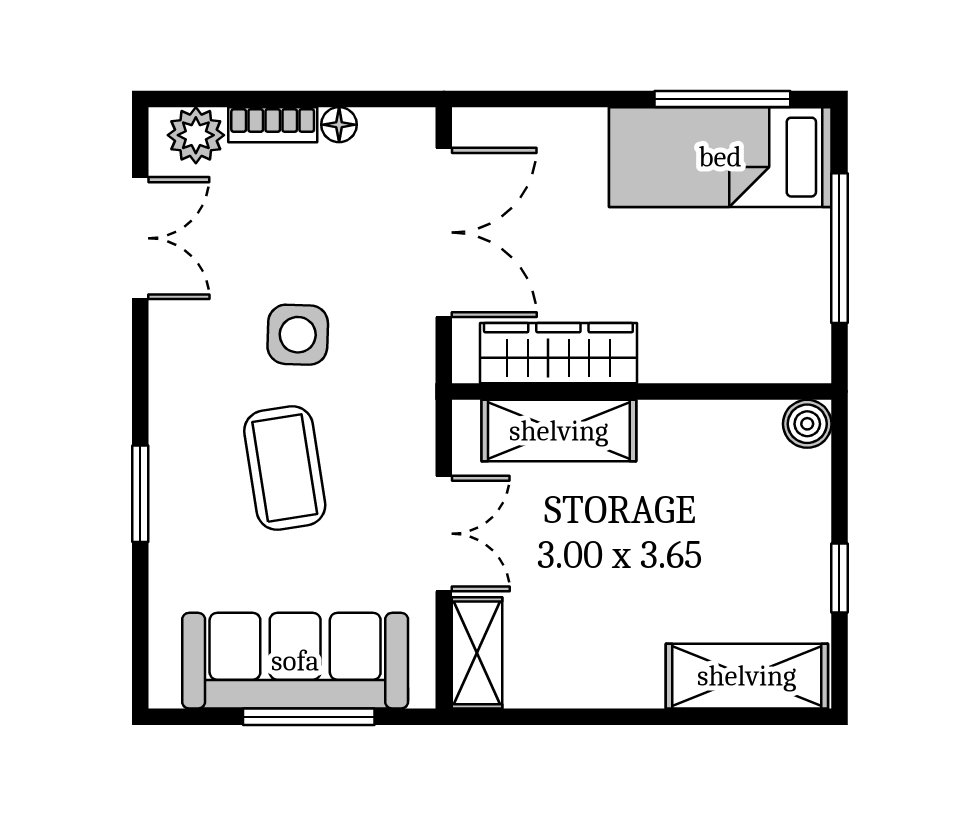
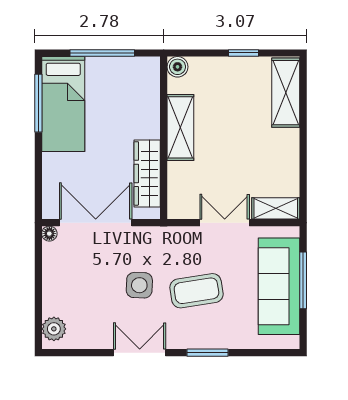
bookcase: (273, 125) -> (49, 296), removed
floor lamp: (339, 125) -> (49, 234), moved
double door: (140, 238) -> (140, 353), moved
shelving: (559, 431) -> (180, 127), moved

